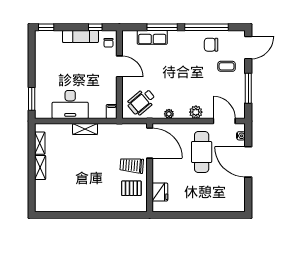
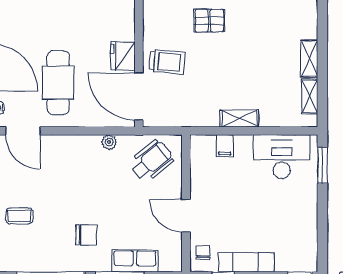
chair: (211, 45) -> (86, 235), moved
desk: (70, 104) -> (282, 157), moved
filing cabinet: (112, 112) -> (225, 146), moved
plant: (196, 112) -> (67, 145), removed
pallet: (131, 188) -> (209, 21), moved
fridge: (160, 192) -> (123, 56), moved

